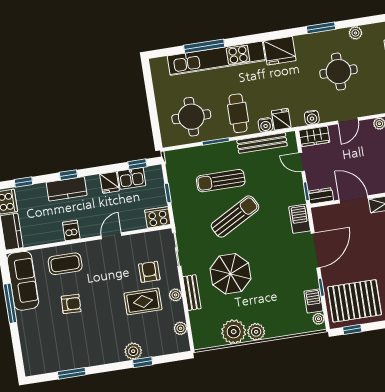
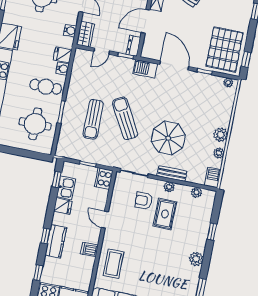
bench: (262, 143) -> (76, 76), removed
barbecue: (313, 301) -> (213, 178), moved, turned 90
armchair: (71, 304) -> (146, 271), removed
plant: (234, 332) -> (219, 153), width x0.53, depth x0.53
plant: (133, 351) -> (196, 259), moved

